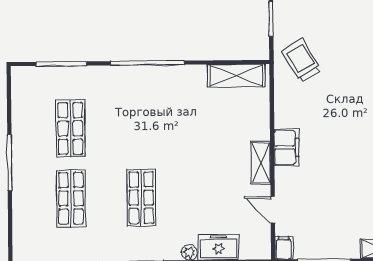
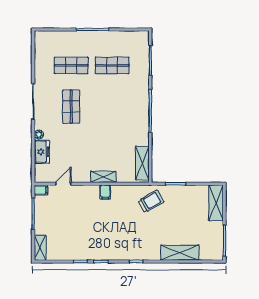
filing cabinet: (286, 148) -> (105, 192), width x0.50
shelving: (261, 163) -> (103, 177), moved
shop shelf: (141, 198) -> (71, 107), turned 90

